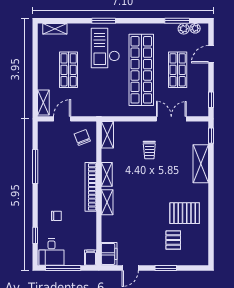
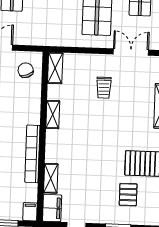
bookcase: (91, 187) -> (32, 154), moved
shelving: (107, 202) -> (51, 178), moved

